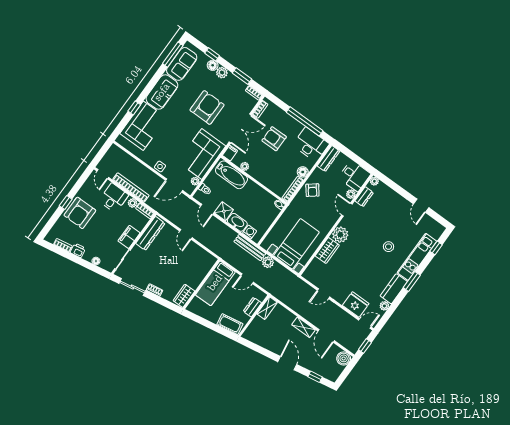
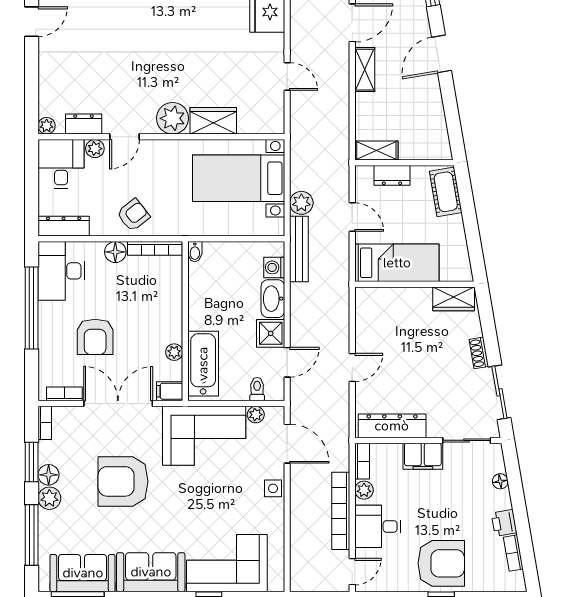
window: (212, 54) -> (32, 535), width x2.17
floor lamp: (213, 65) -> (49, 475), moved
stool: (389, 247) -> (136, 27), removed

